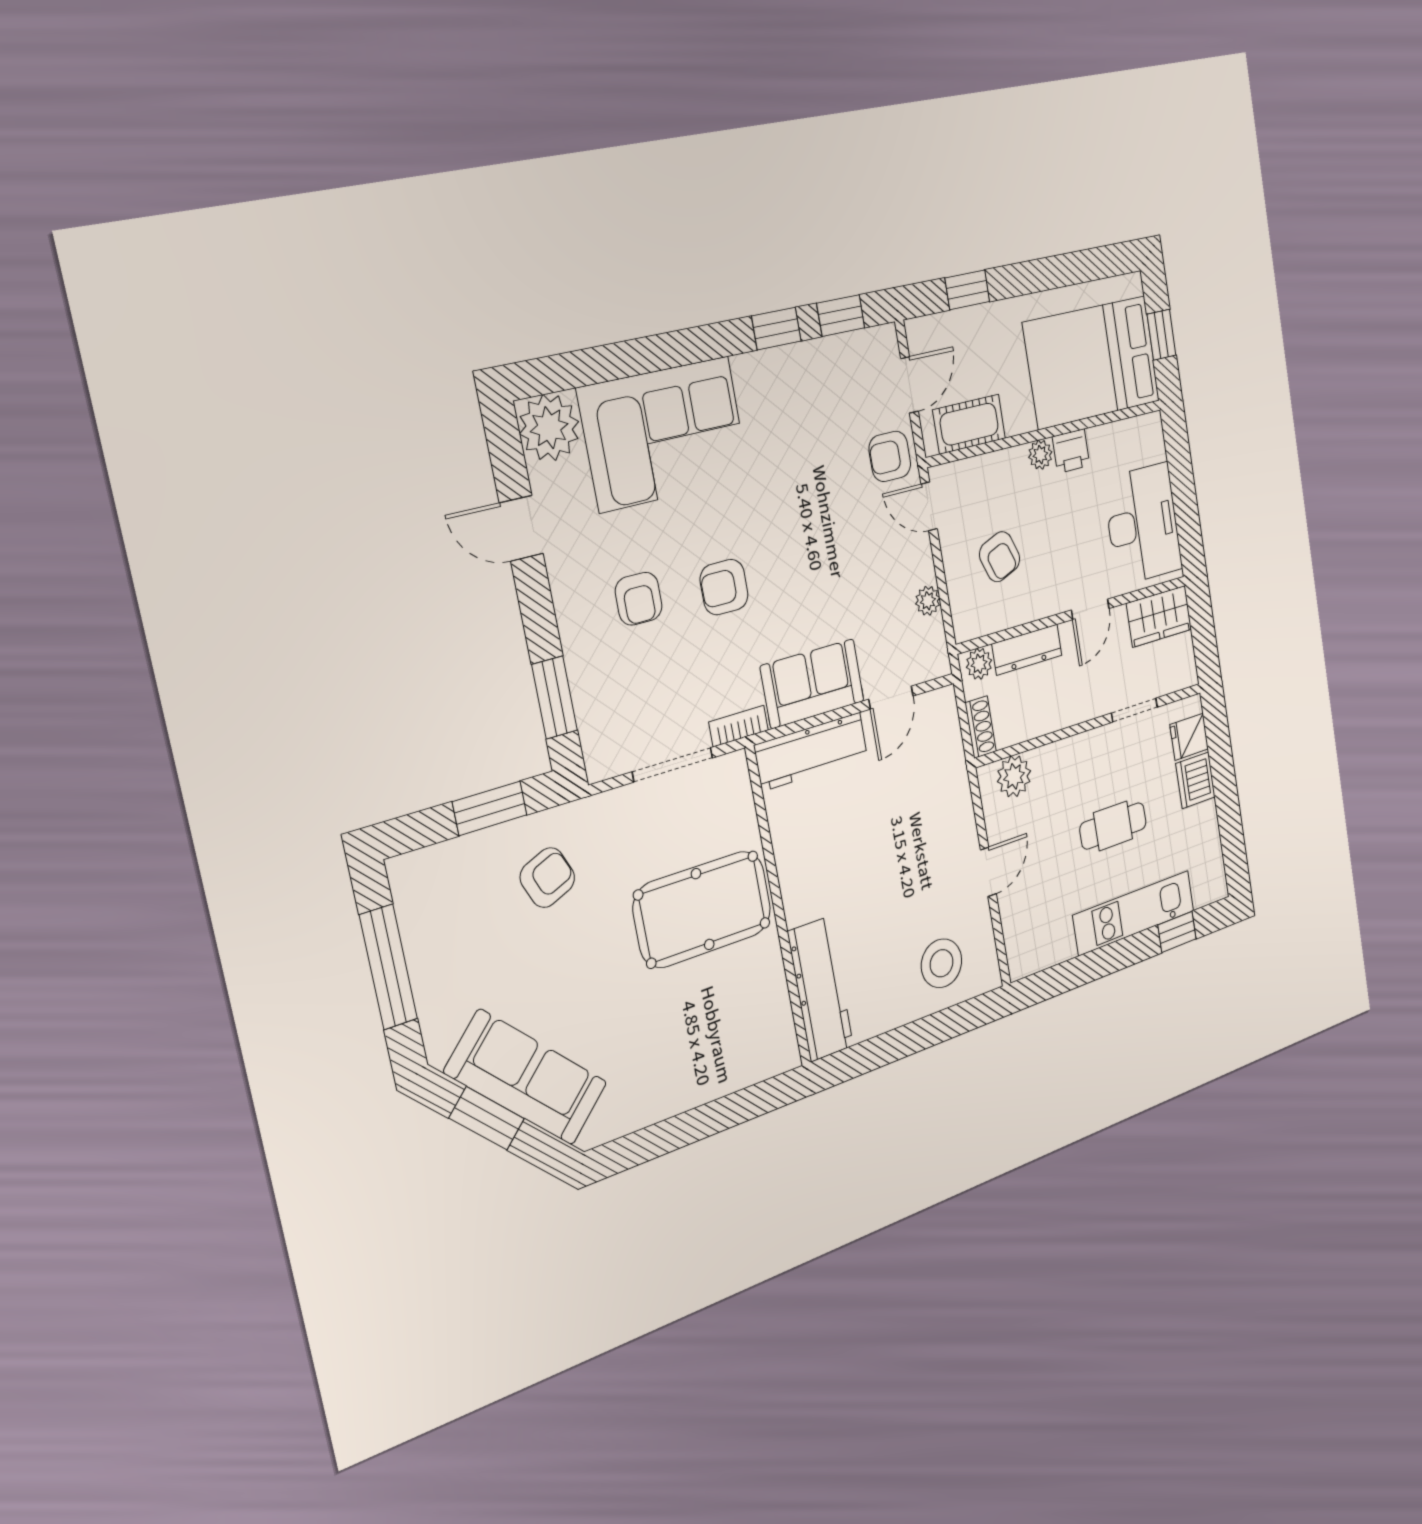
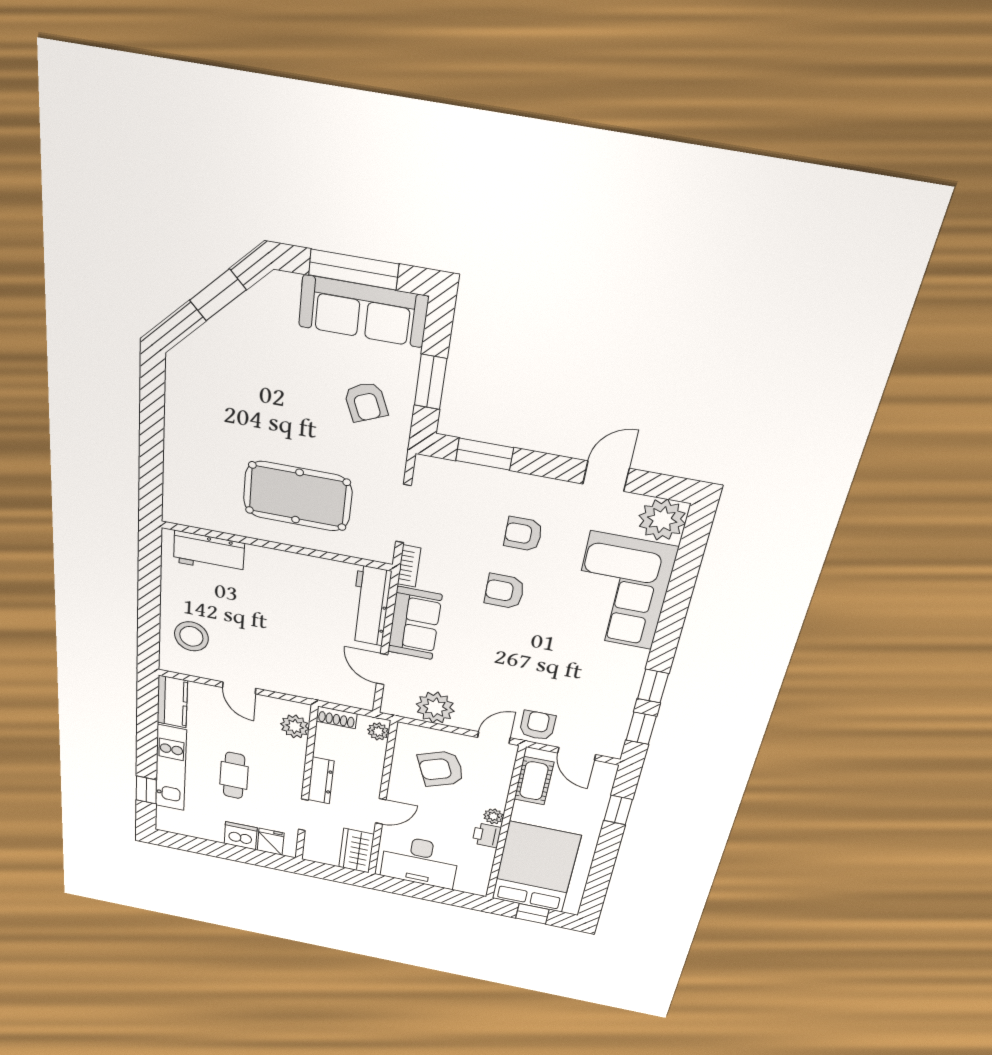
armchair: (1000, 557) -> (441, 769), width x1.38, depth x1.38
armchair: (724, 587) -> (504, 591), turned -90
plant: (928, 601) -> (435, 708), width x1.88, depth x1.88
door: (1090, 609) -> (381, 811), swing flipped
dresser: (1027, 650) -> (321, 780), moved, turned 180
pool table: (703, 909) -> (298, 496), turned 90
kitchen counter: (1040, 950) -> (172, 702), added
workbench: (821, 989) -> (209, 553), width x0.73
sofa: (526, 1077) -> (363, 311), moved, turned 45

